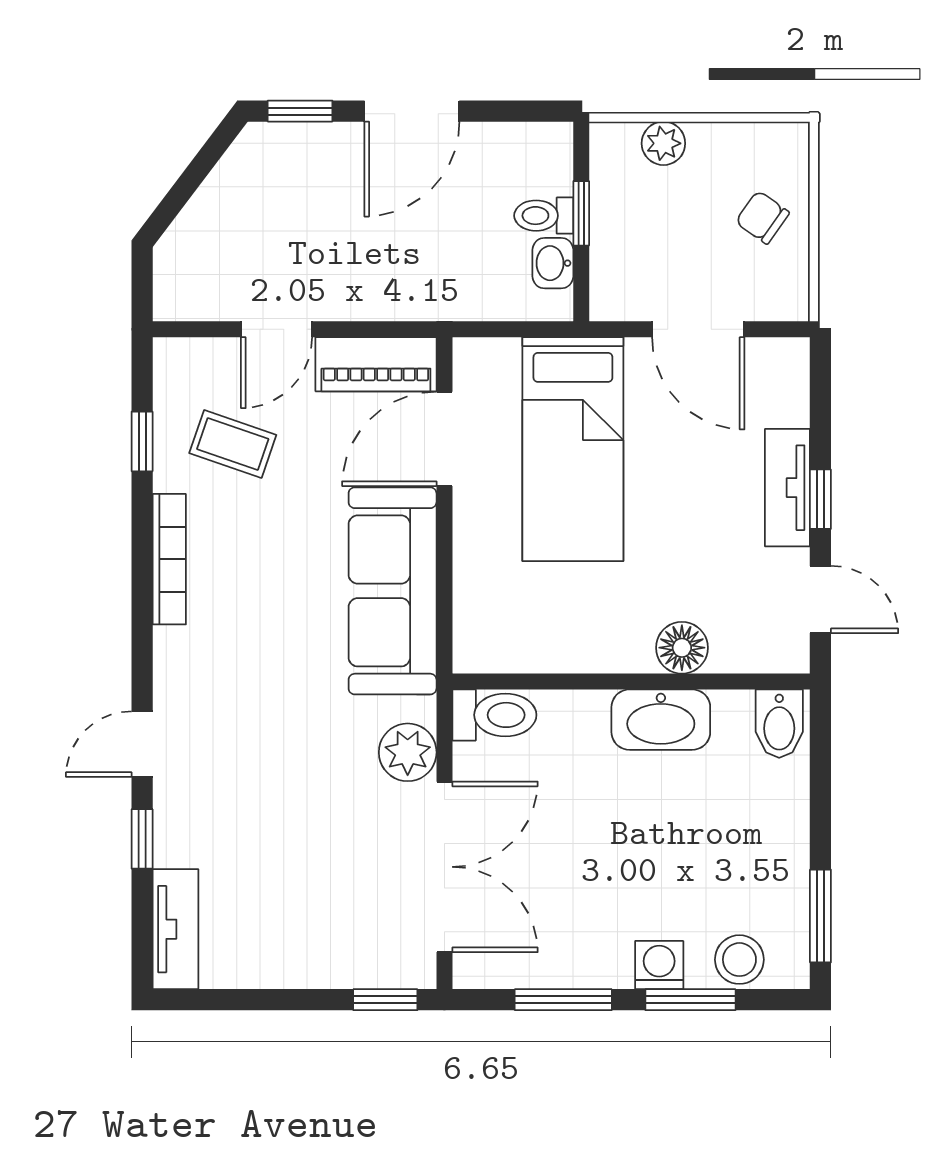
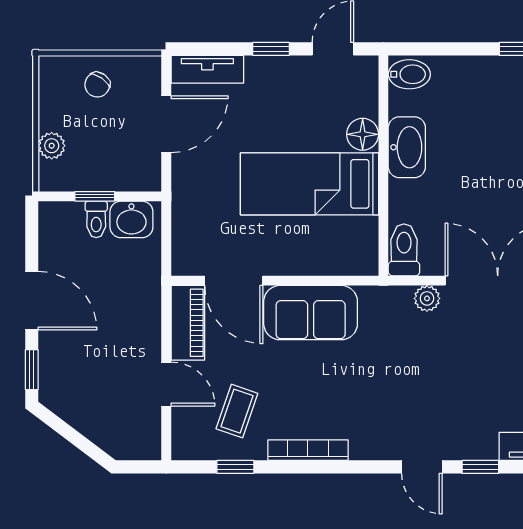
washbasin: (553, 263) -> (131, 219), width x1.38, depth x1.45
bed: (573, 449) -> (309, 184), moved, turned 180
tv unit: (787, 488) -> (207, 69), moved
sofa: (393, 591) -> (311, 313), width x0.73
plant: (408, 752) -> (427, 298), width x0.73, depth x0.73

